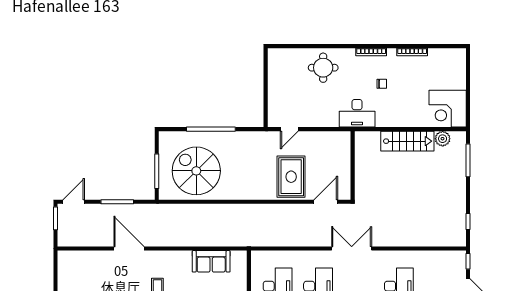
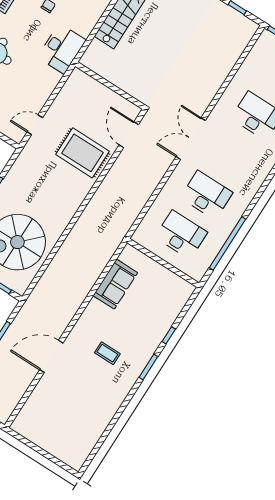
door: (289, 129) -> (35, 125), swing flipped

